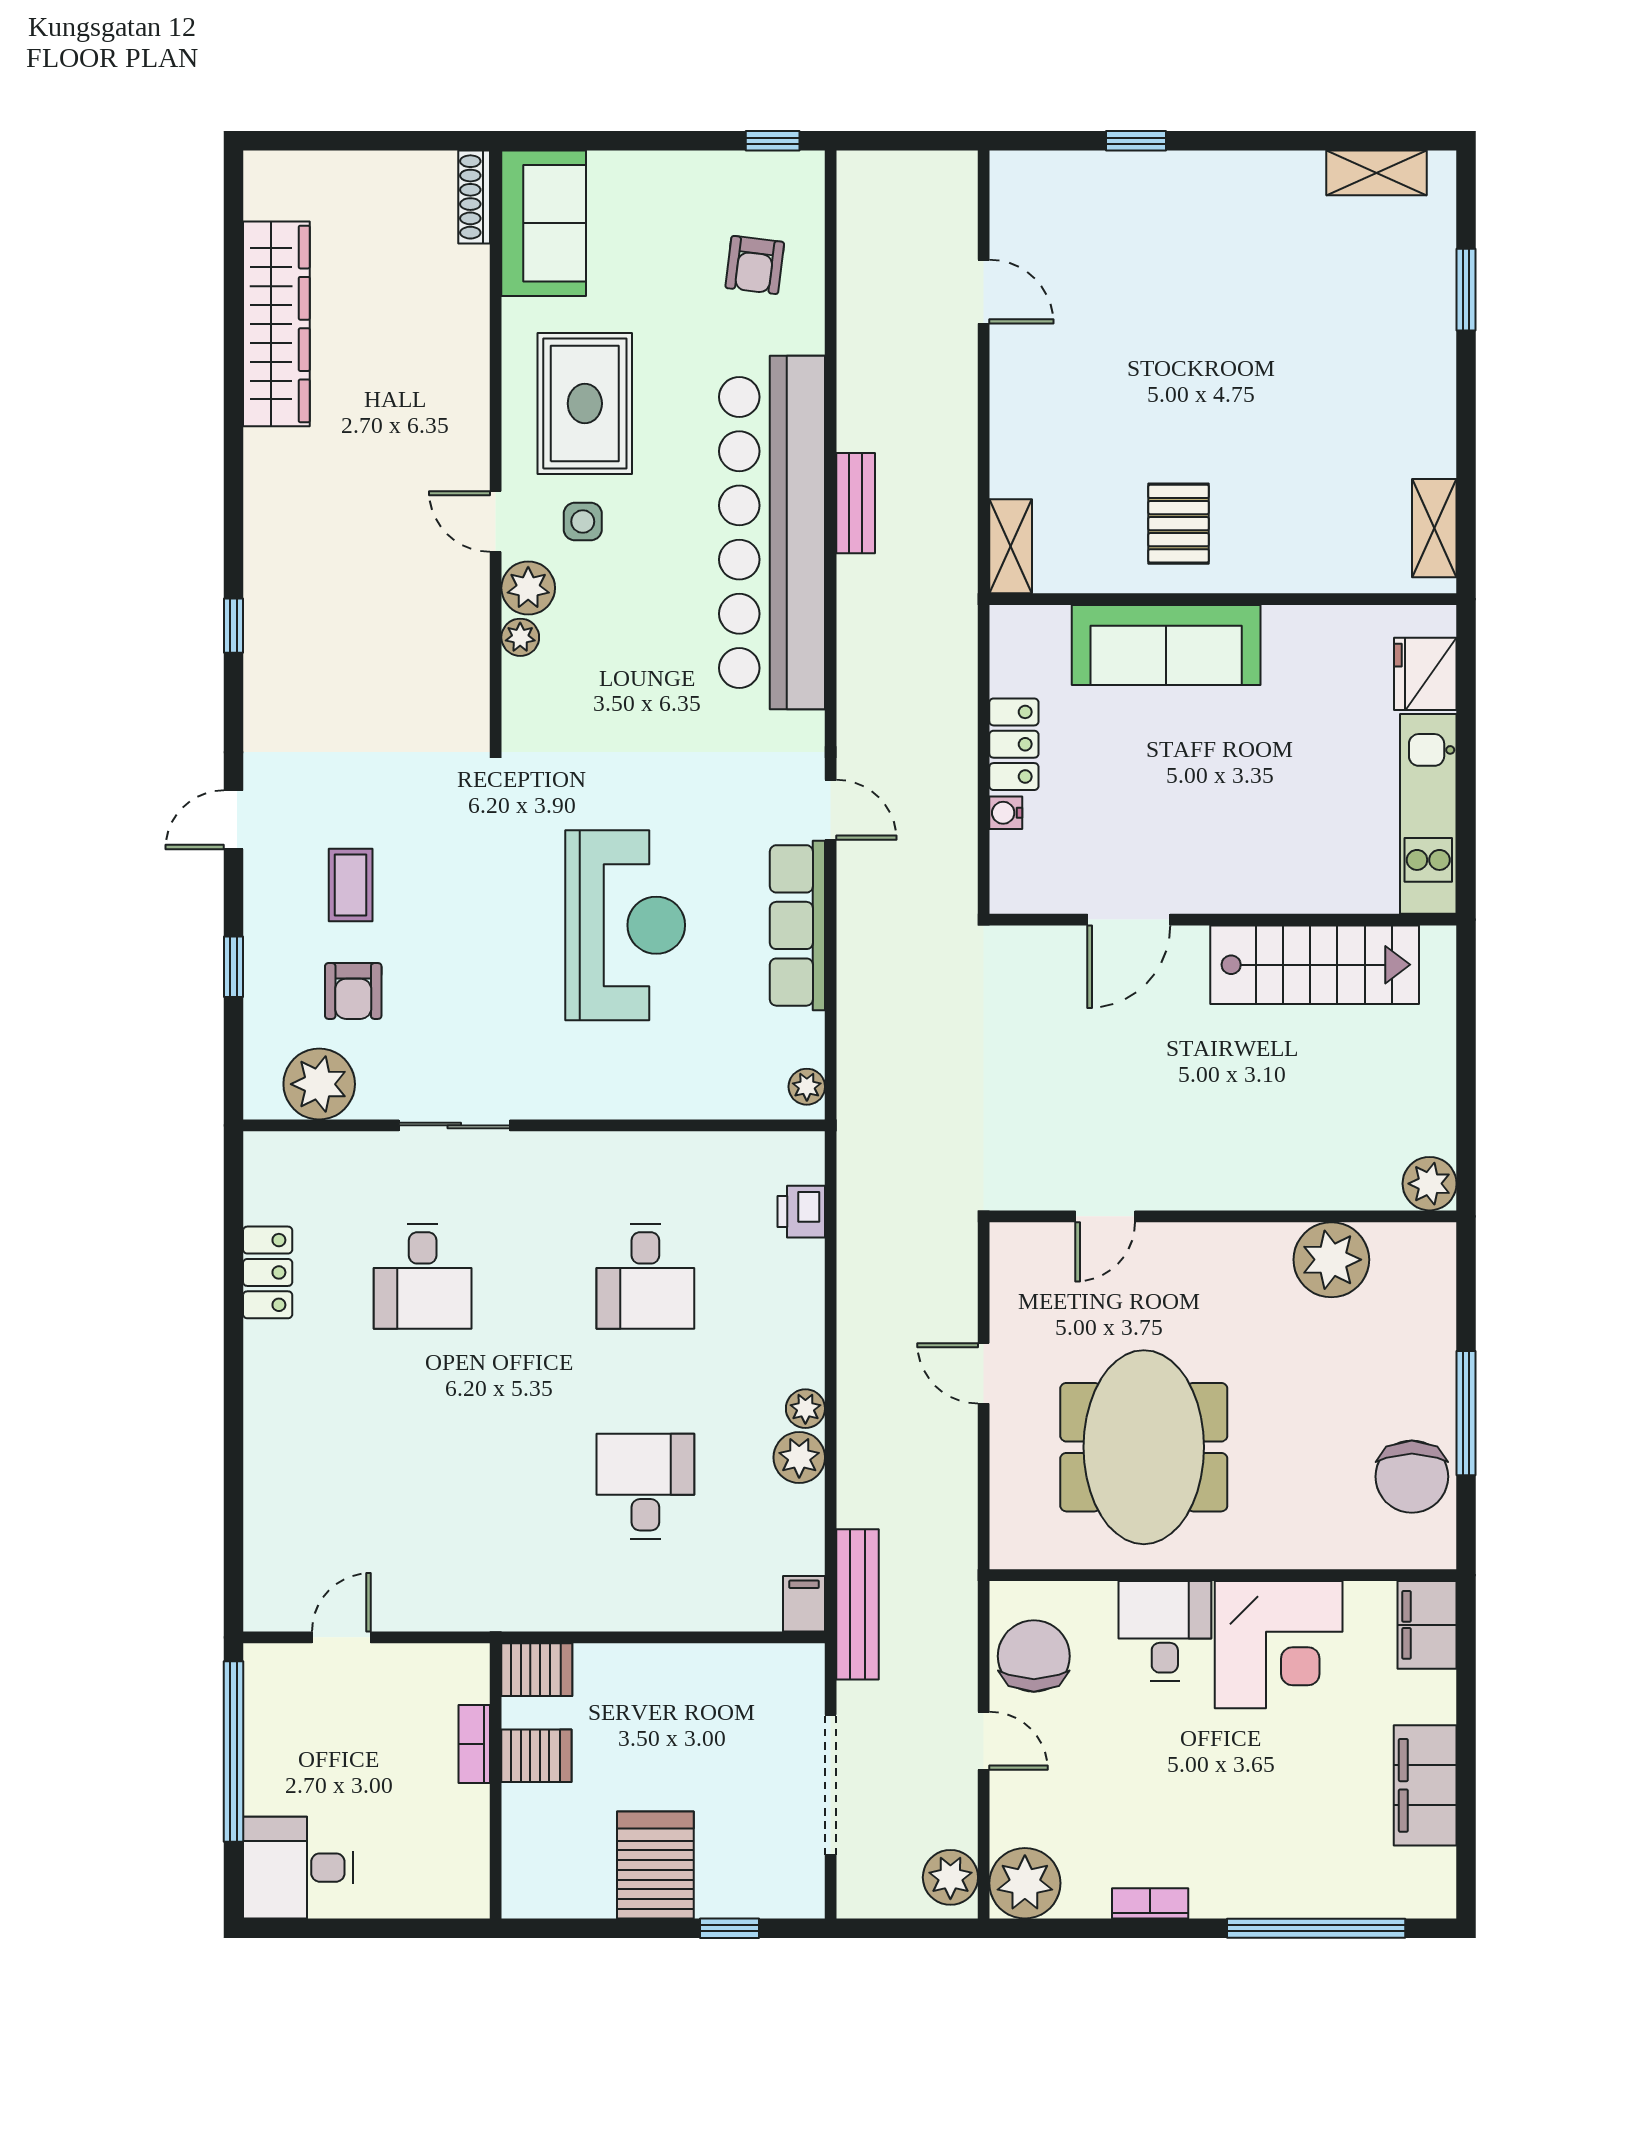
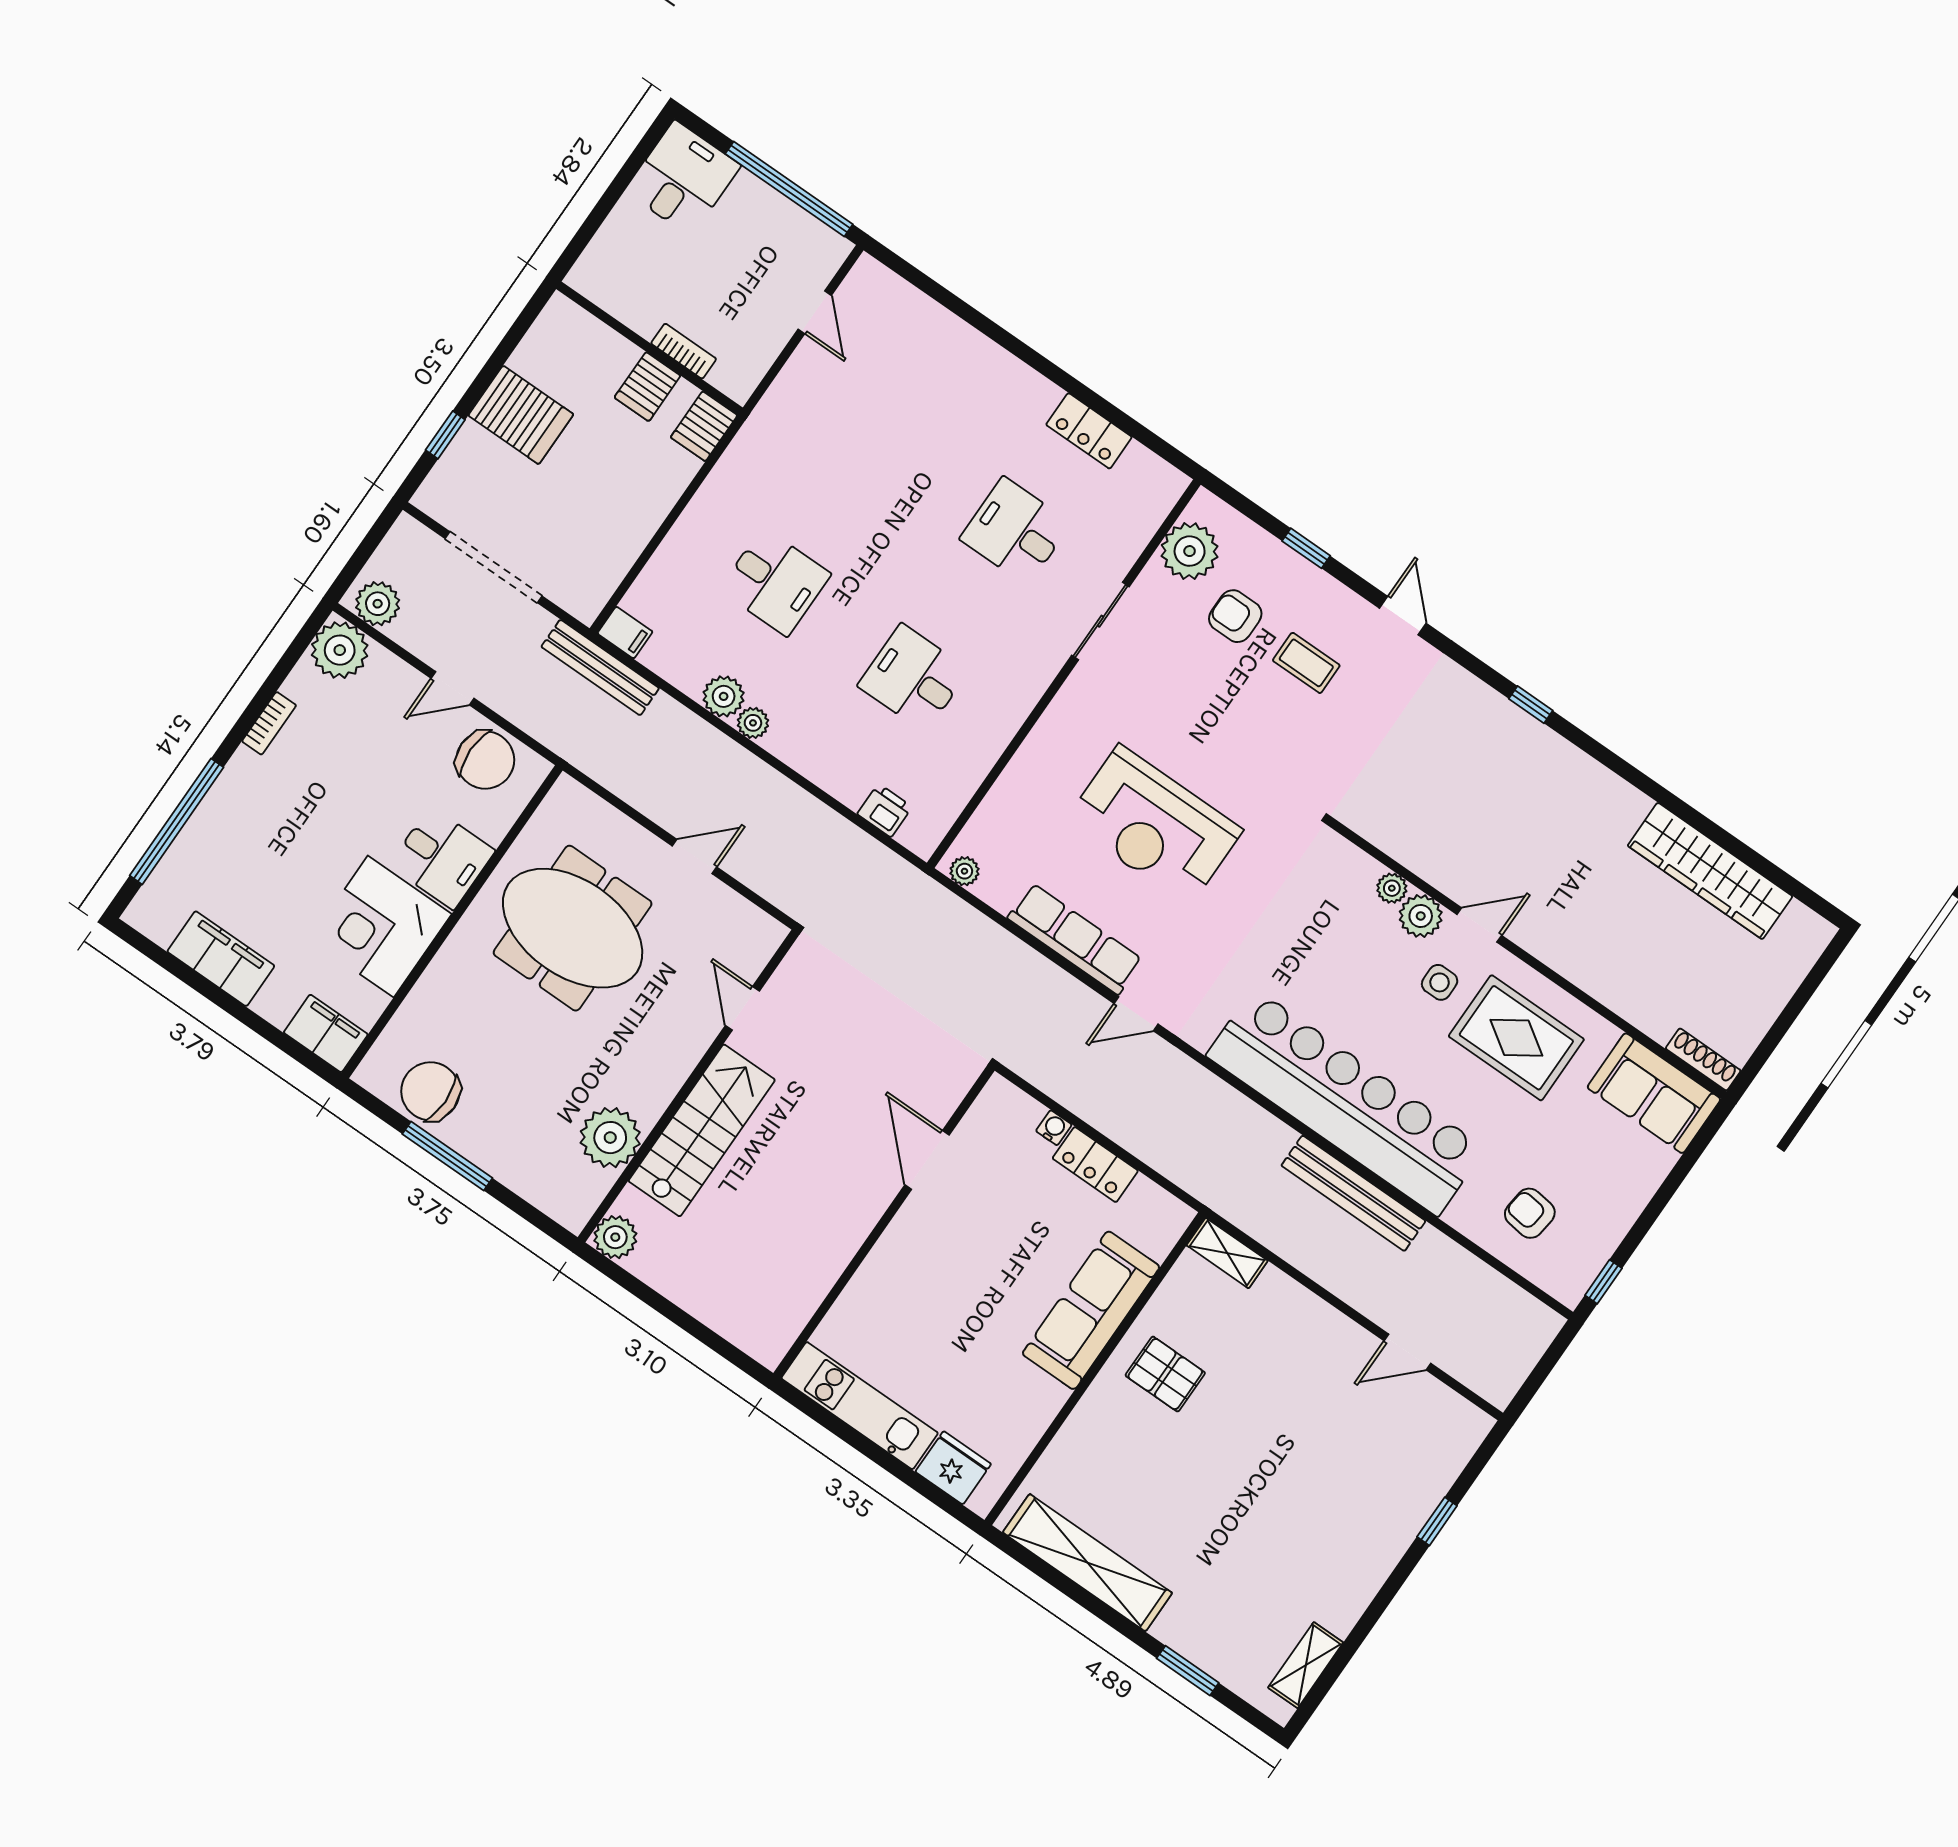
bench: (856, 503) -> (1353, 1193), width x1.86, depth x1.21
shelving: (1434, 528) -> (1087, 1563), width x2.20, depth x1.33
stairs: (1315, 965) -> (702, 1130), moved, turned 180

